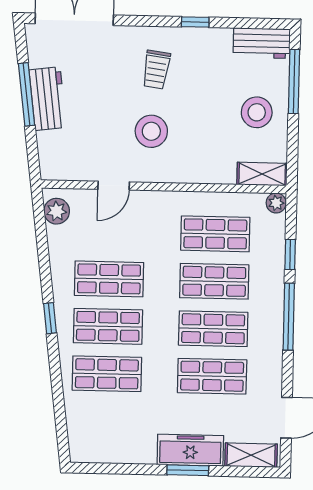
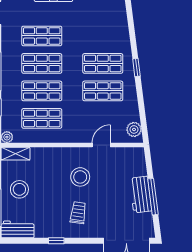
shop shelf: (107, 374) -> (103, 36), removed

